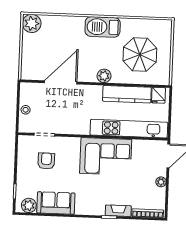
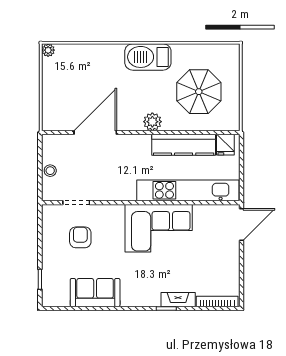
plant: (32, 23) -> (48, 50), width x0.53, depth x0.53
plant: (161, 182) -> (233, 259), removed
plant: (29, 205) -> (59, 297), removed

